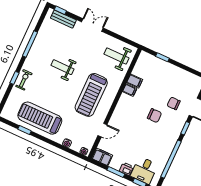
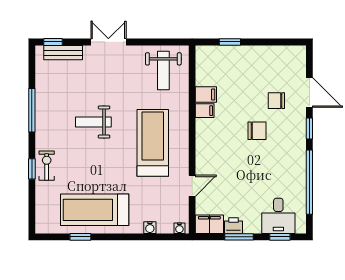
weight bench: (116, 56) -> (163, 70), turned -90
treadmill: (91, 95) -> (153, 143), turned 180
printer: (126, 169) -> (233, 226), moved

